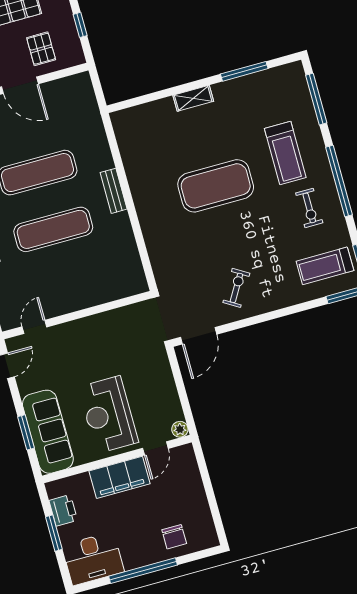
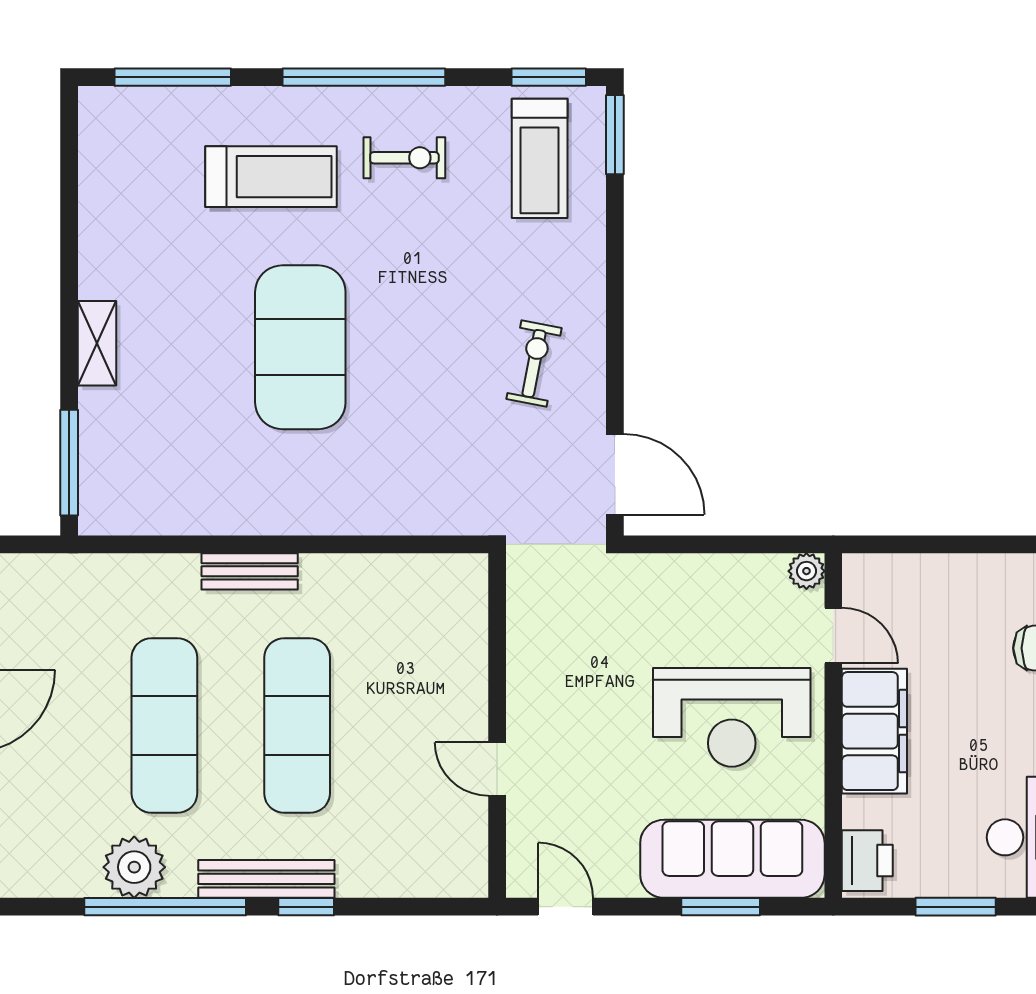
window: (244, 71) -> (69, 463), moved
exercise bike: (236, 288) -> (534, 364), turned 70
door: (34, 327) -> (497, 769), moved
printer: (63, 510) -> (867, 861), moved, turned 90

